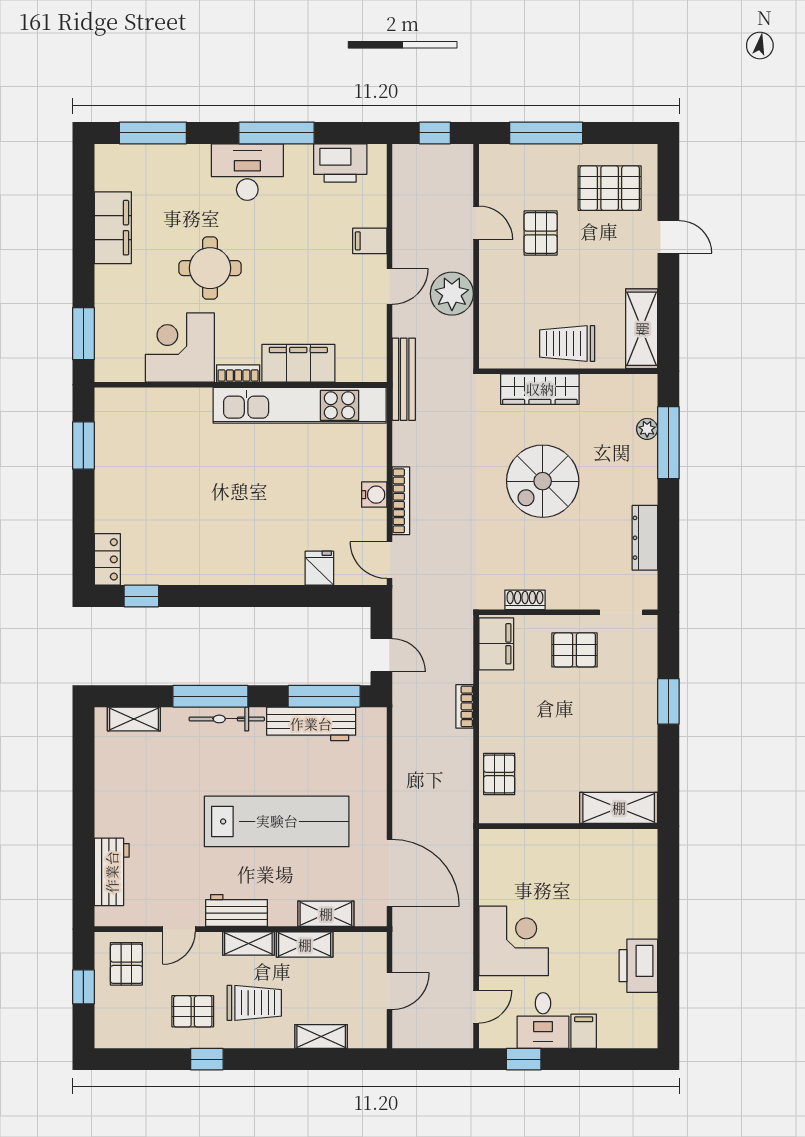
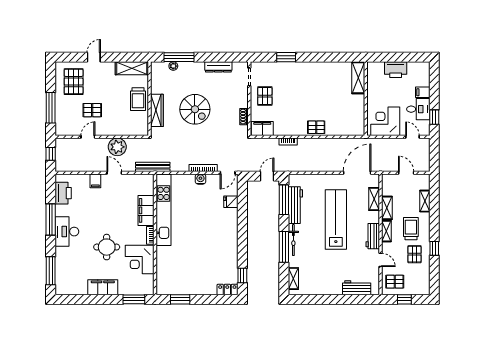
filing cabinet: (113, 228) -> (103, 287), moved
shelving: (619, 808) -> (358, 78), moved
wall: (568, 826) -> (366, 99), moved

